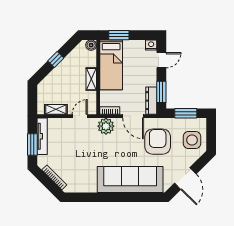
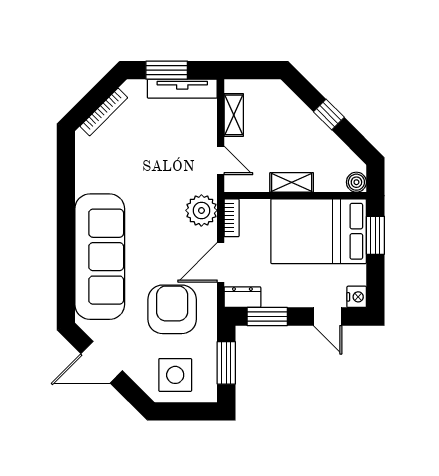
bed: (111, 65) -> (319, 231), width x1.50
dresser: (151, 101) -> (242, 297), width x0.70
armchair: (158, 142) -> (172, 309), turned -90

